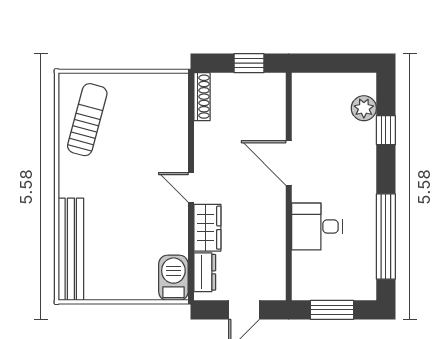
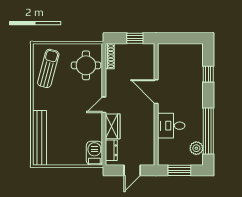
plant: (364, 108) -> (196, 148), moved
round table: (158, 114) -> (86, 65), added
door: (191, 187) -> (104, 105), hinge flipped

